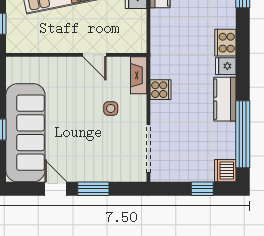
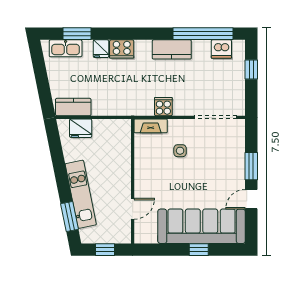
door: (95, 55) -> (133, 209), moved
fridge: (226, 66) -> (101, 49), moved
dishwasher: (225, 171) -> (221, 49), moved

